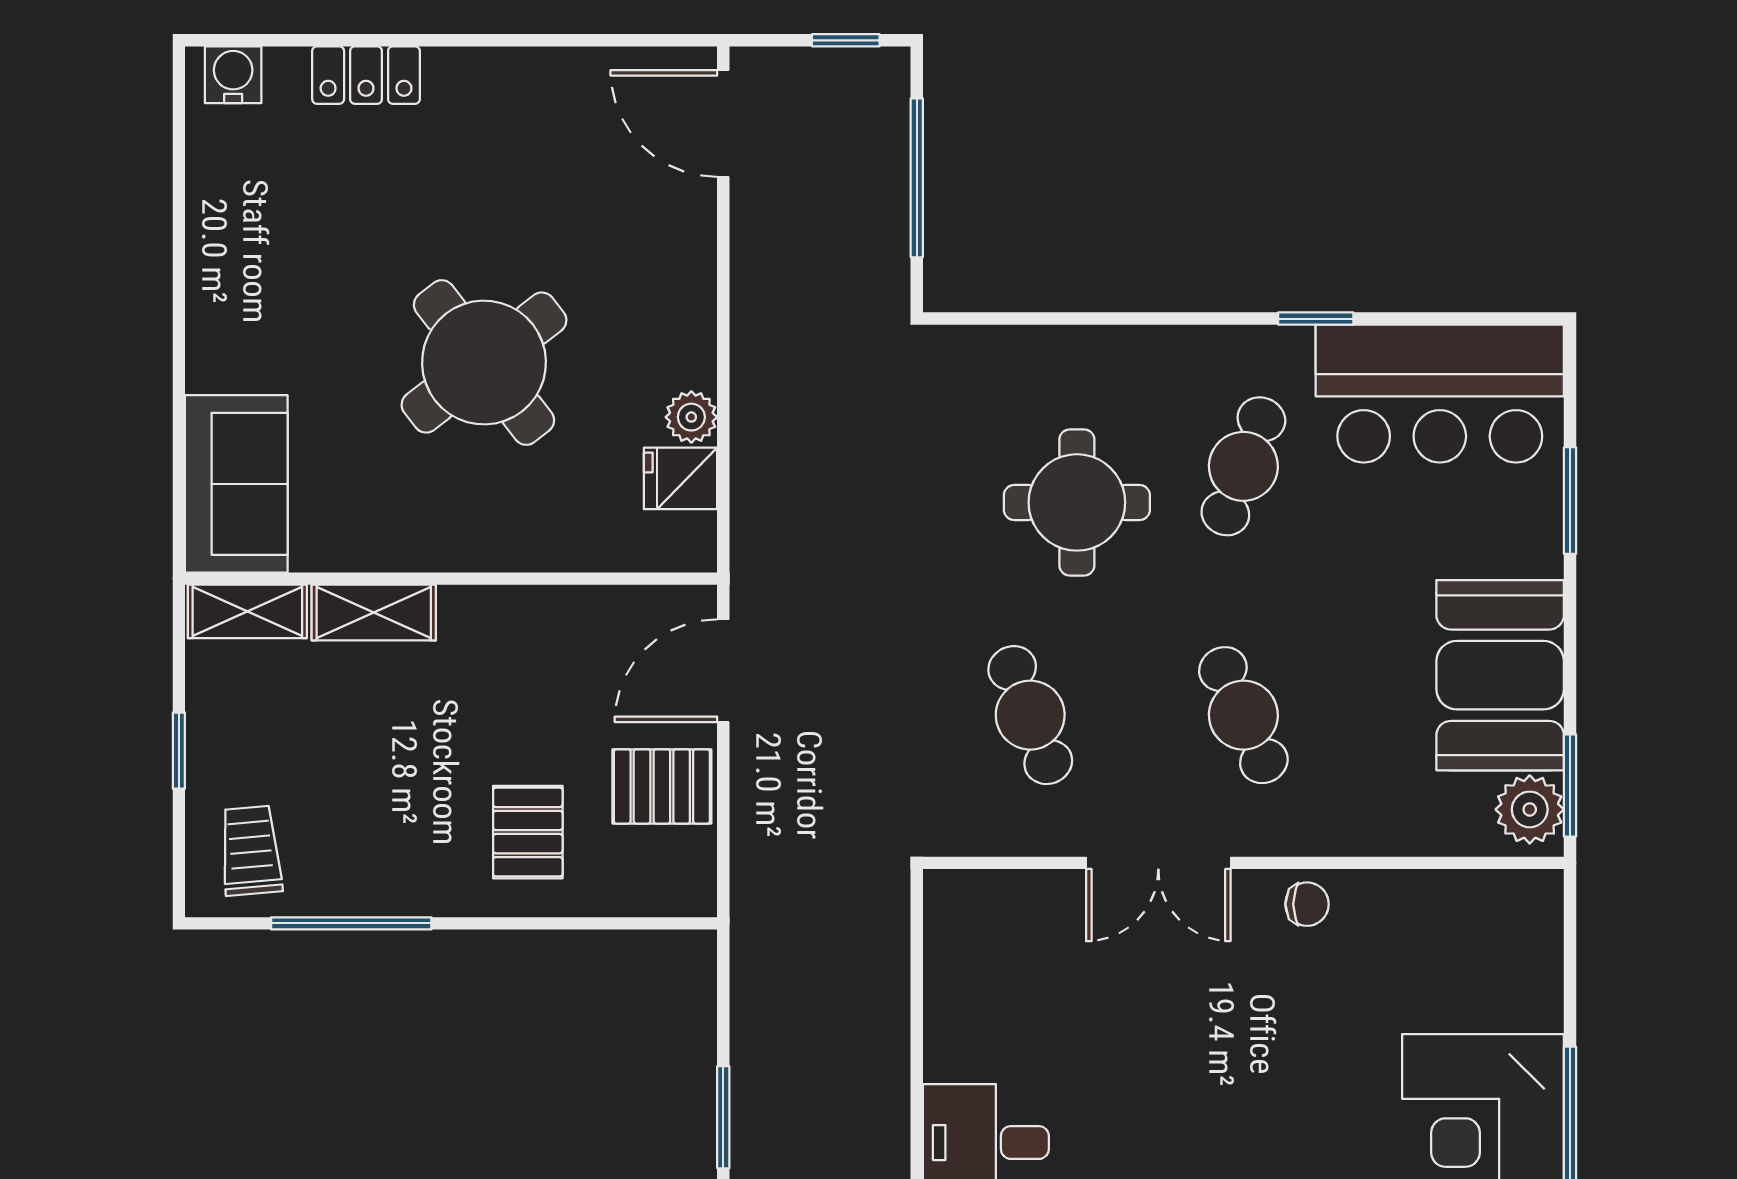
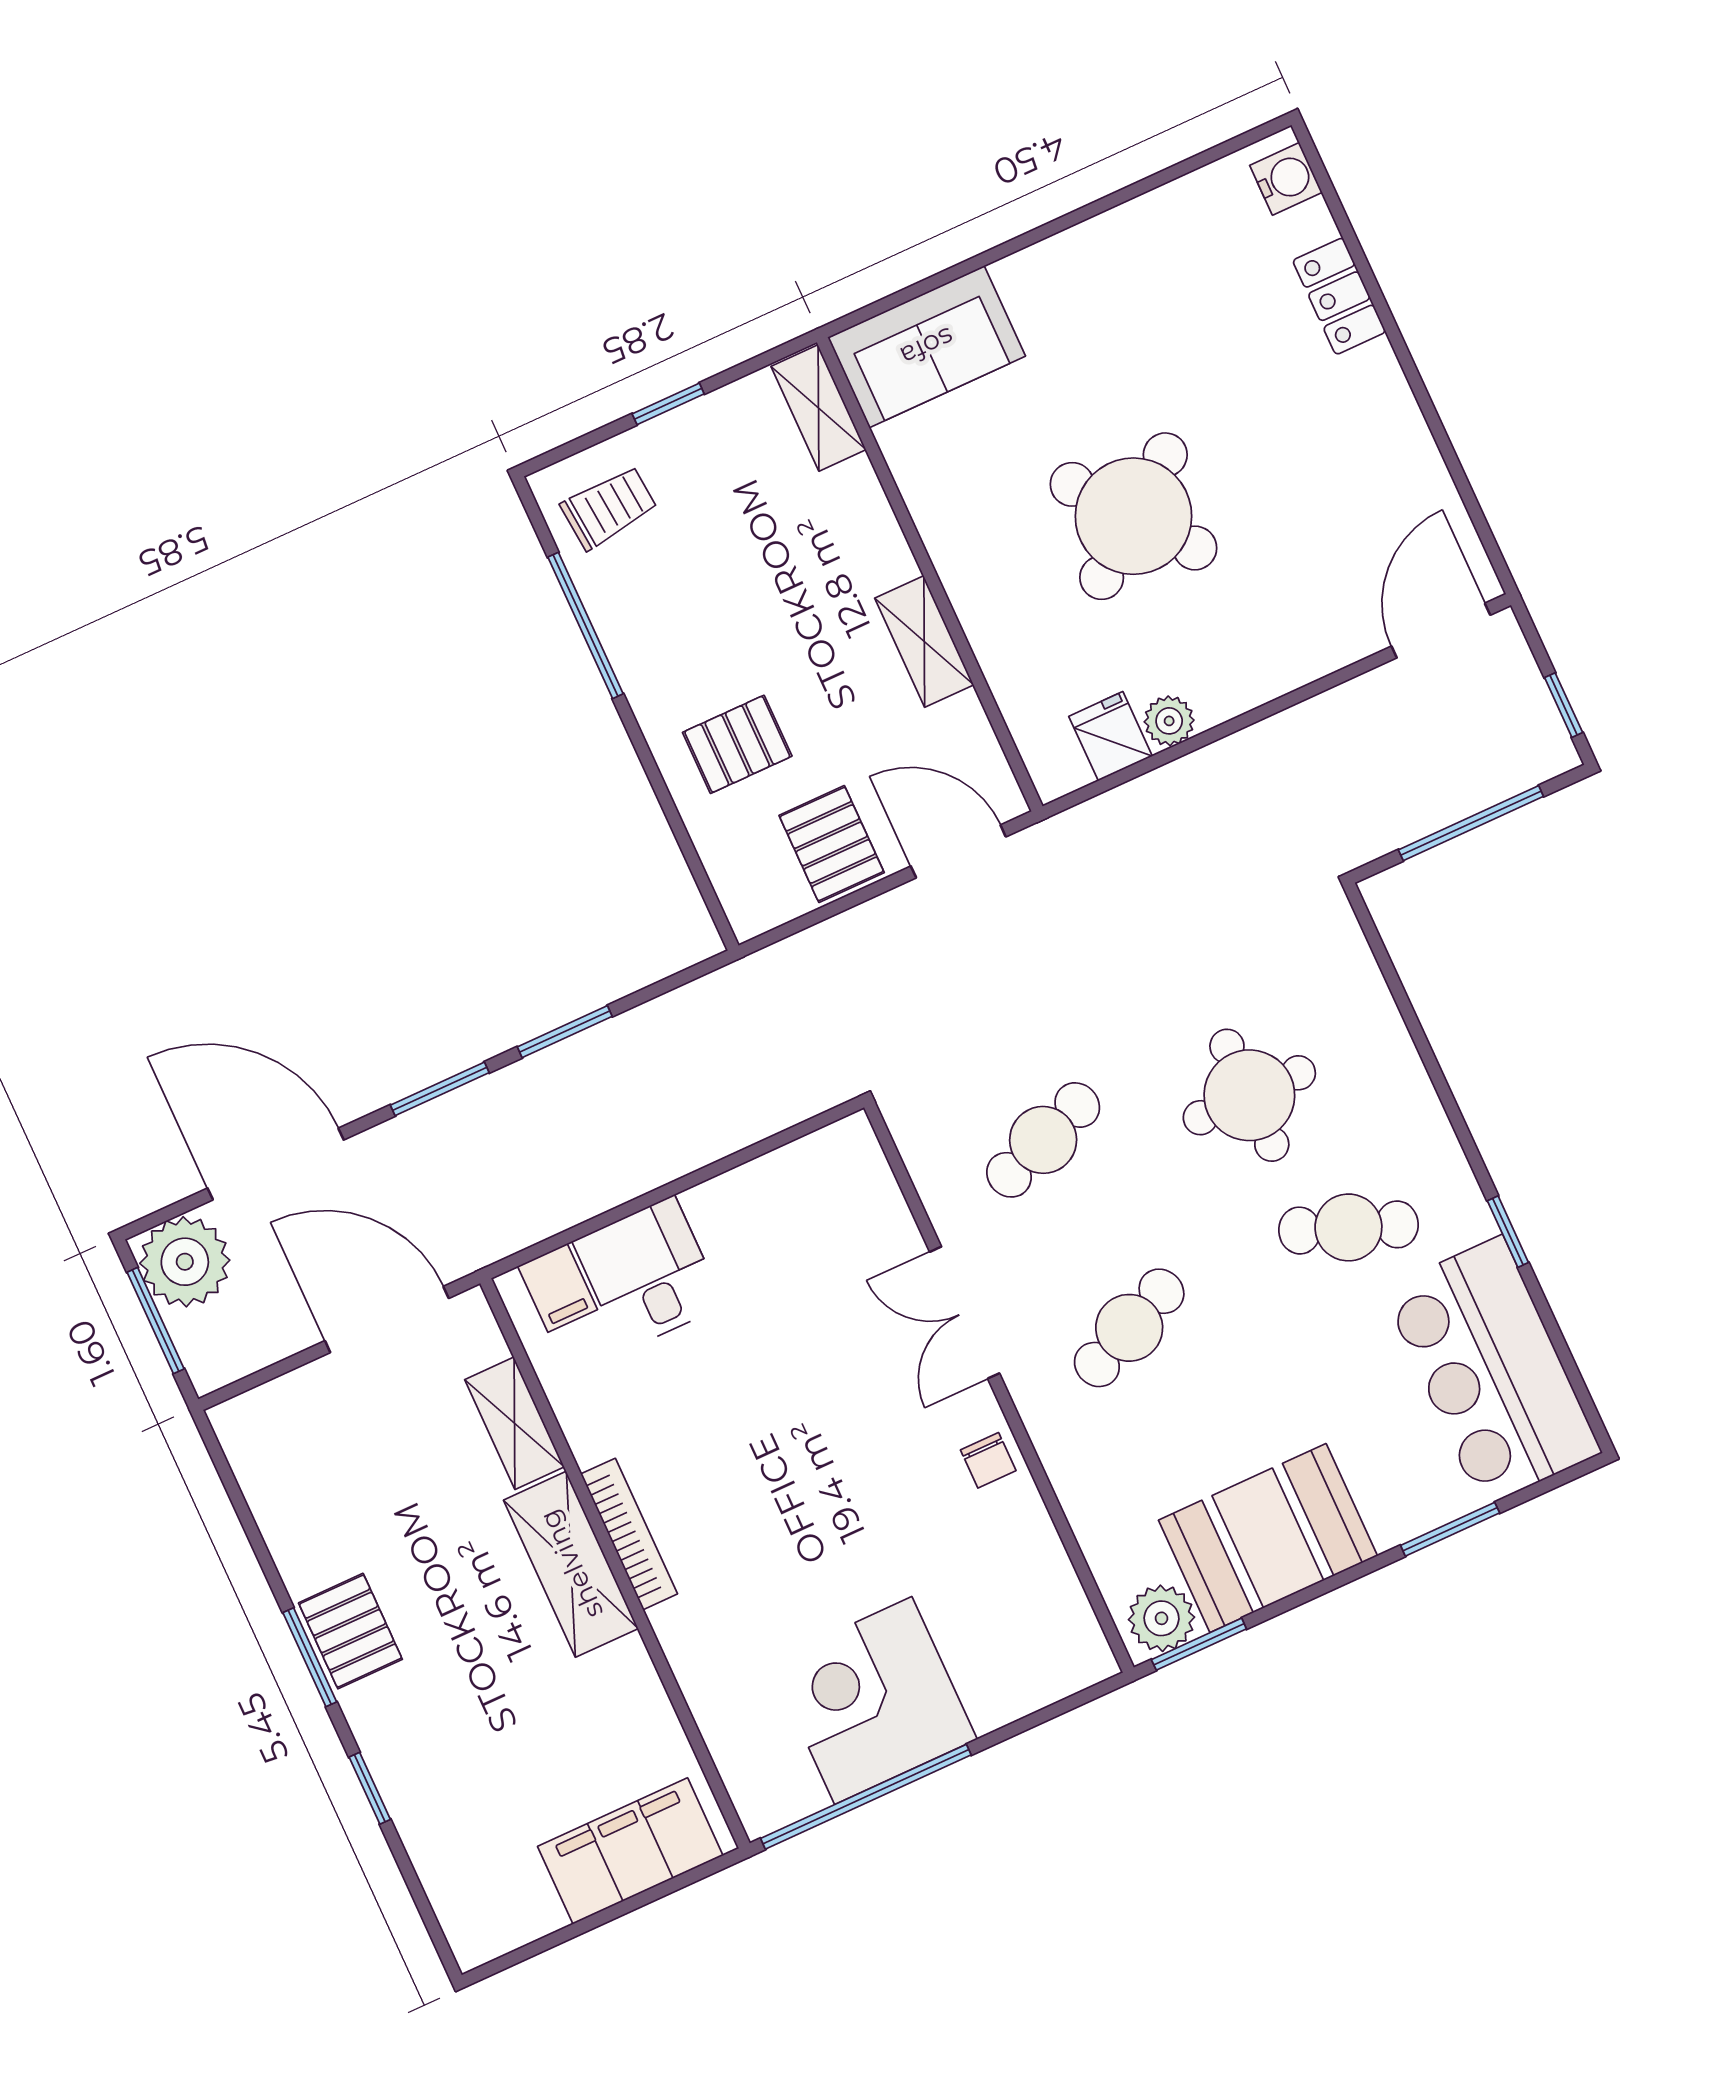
shelving: (374, 613) -> (924, 641), moved

